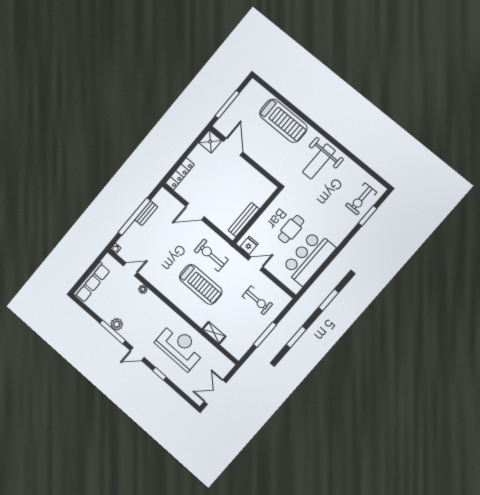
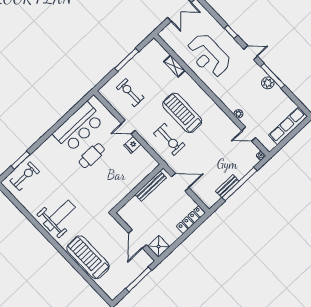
wall: (257, 216) -> (138, 188), moved
bench: (244, 220) -> (151, 186), moved

